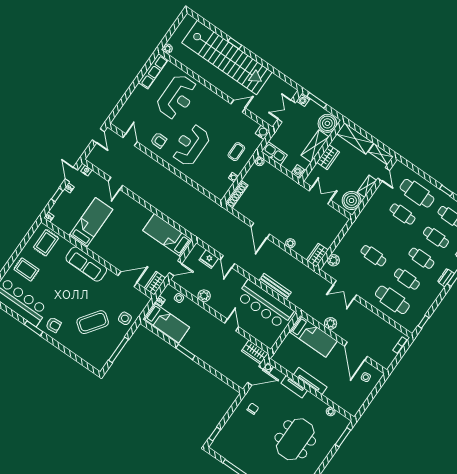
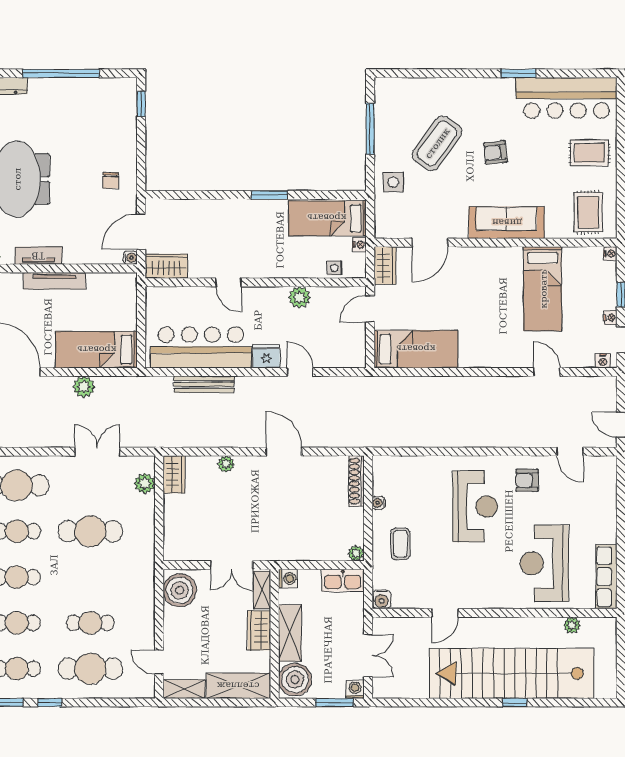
plant: (168, 49) -> (572, 625), moved
shelving: (367, 186) -> (262, 590), moved
cafe table: (373, 256) -> (90, 531), width x1.37, depth x1.35
fridge: (209, 259) -> (266, 356), moved
armchair: (54, 325) -> (495, 152), moved
tv unit: (294, 387) -> (38, 256), moved

